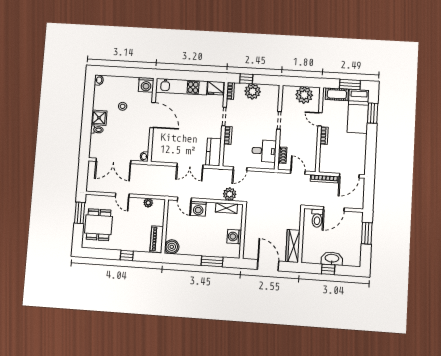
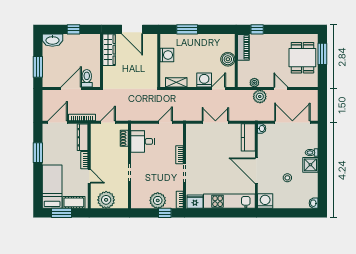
window: (373, 113) -> (38, 153), moved
kitchen counter: (214, 152) -> (248, 137), moved, turned 180
dresser: (325, 159) -> (83, 137), added
door: (298, 172) -> (108, 122), swing flipped
plant: (230, 194) -> (260, 96), moved
door: (184, 199) -> (219, 89), hinge flipped
window: (80, 213) -> (322, 54), moved
boiler: (172, 247) -> (228, 59), moved
window: (127, 255) -> (257, 29), moved
washbasin: (332, 259) -> (52, 40), moved

